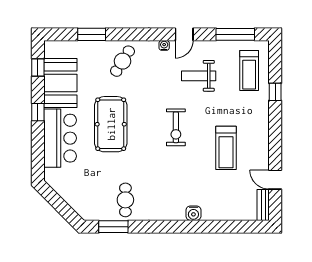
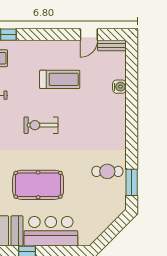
exercise bike: (176, 127) -> (41, 125), turned 180
water cooler: (193, 213) -> (119, 87), moved

